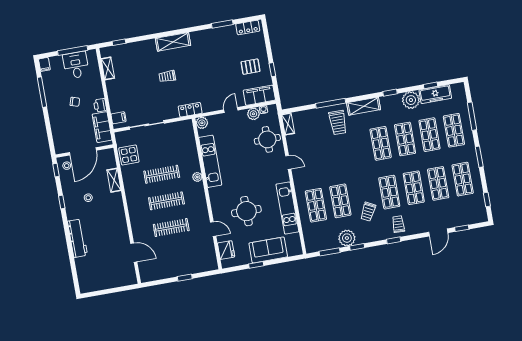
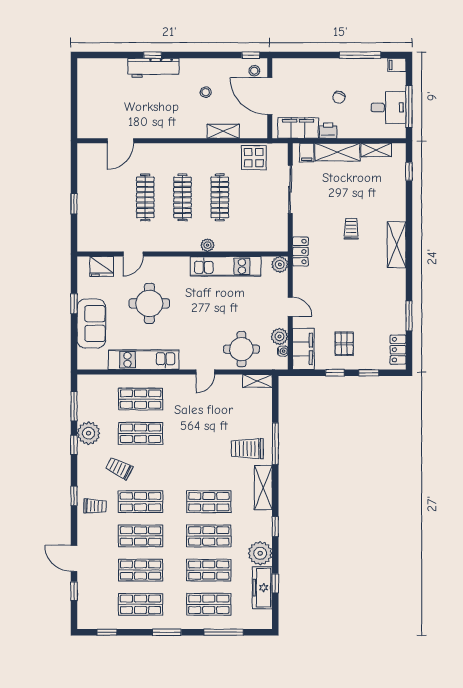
window: (268, 45) -> (369, 373), added
shelving: (114, 96) -> (337, 152), added
window: (62, 202) -> (152, 55), moved

